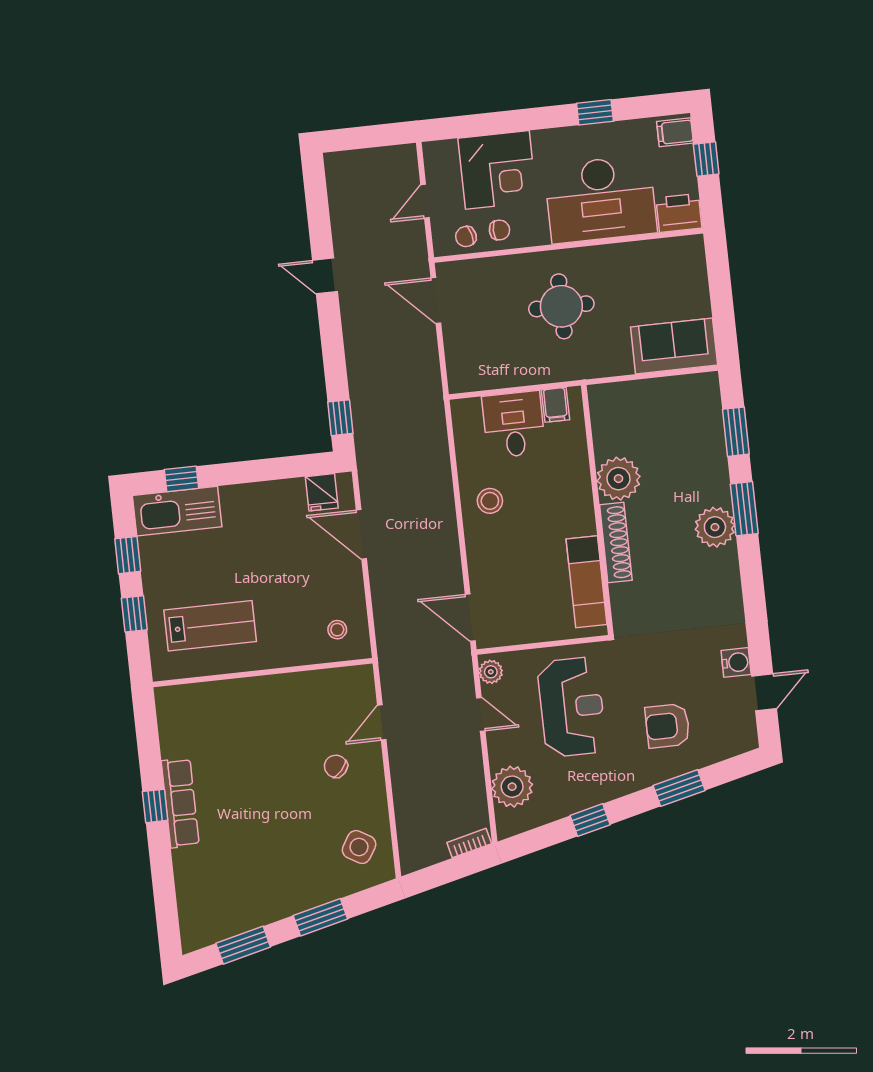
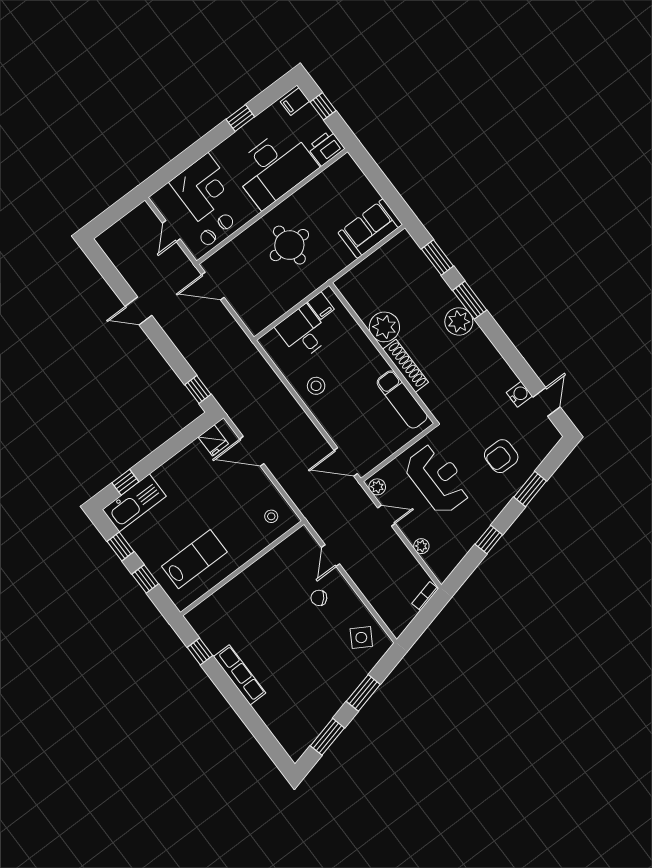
plant: (512, 787) -> (421, 546), width x0.53, depth x0.53
window: (155, 806) -> (200, 651), moved

